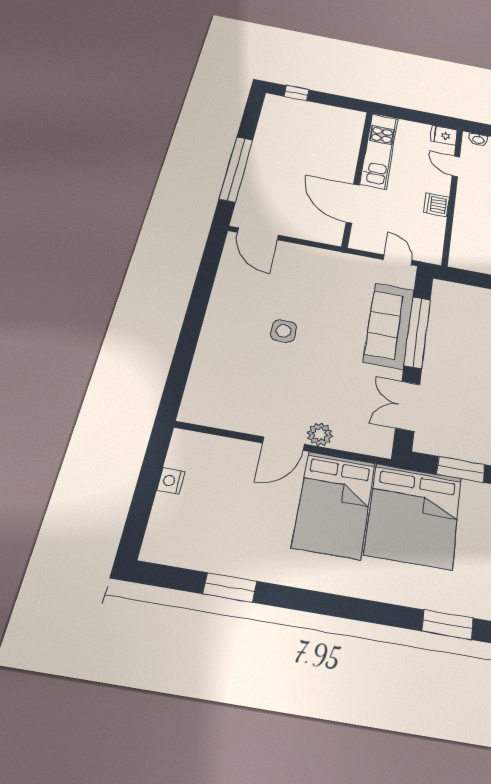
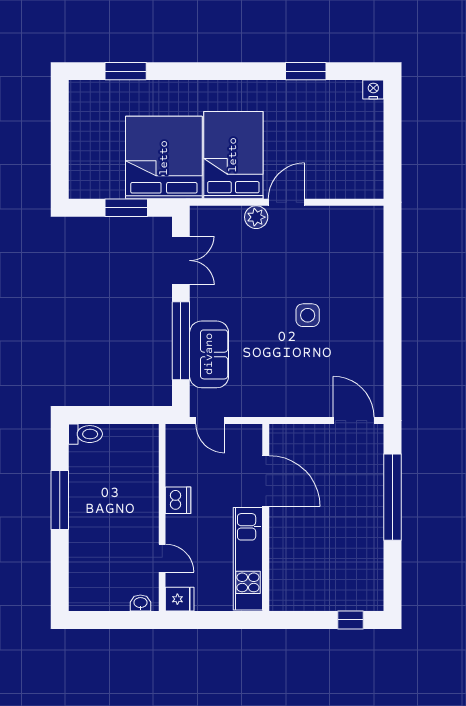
sofa: (389, 325) -> (209, 354), width x0.73
nightstand: (171, 481) -> (373, 90), moved, turned -90

